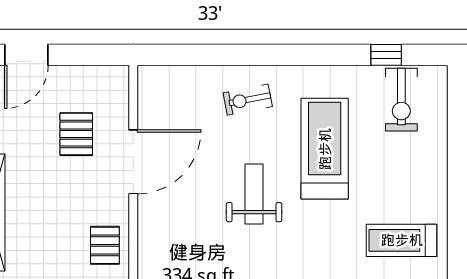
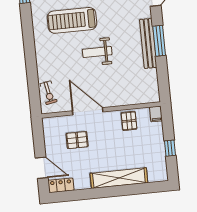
exercise bike: (248, 100) -> (49, 93), moved
pallet: (105, 245) -> (129, 121), turned 90

